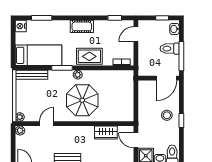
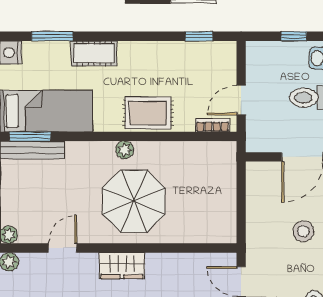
cot: (82, 26) -> (94, 53), moved
door: (136, 34) -> (241, 100), moved
window: (62, 68) -> (30, 136), moved
wardrobe: (106, 133) -> (122, 266), moved

